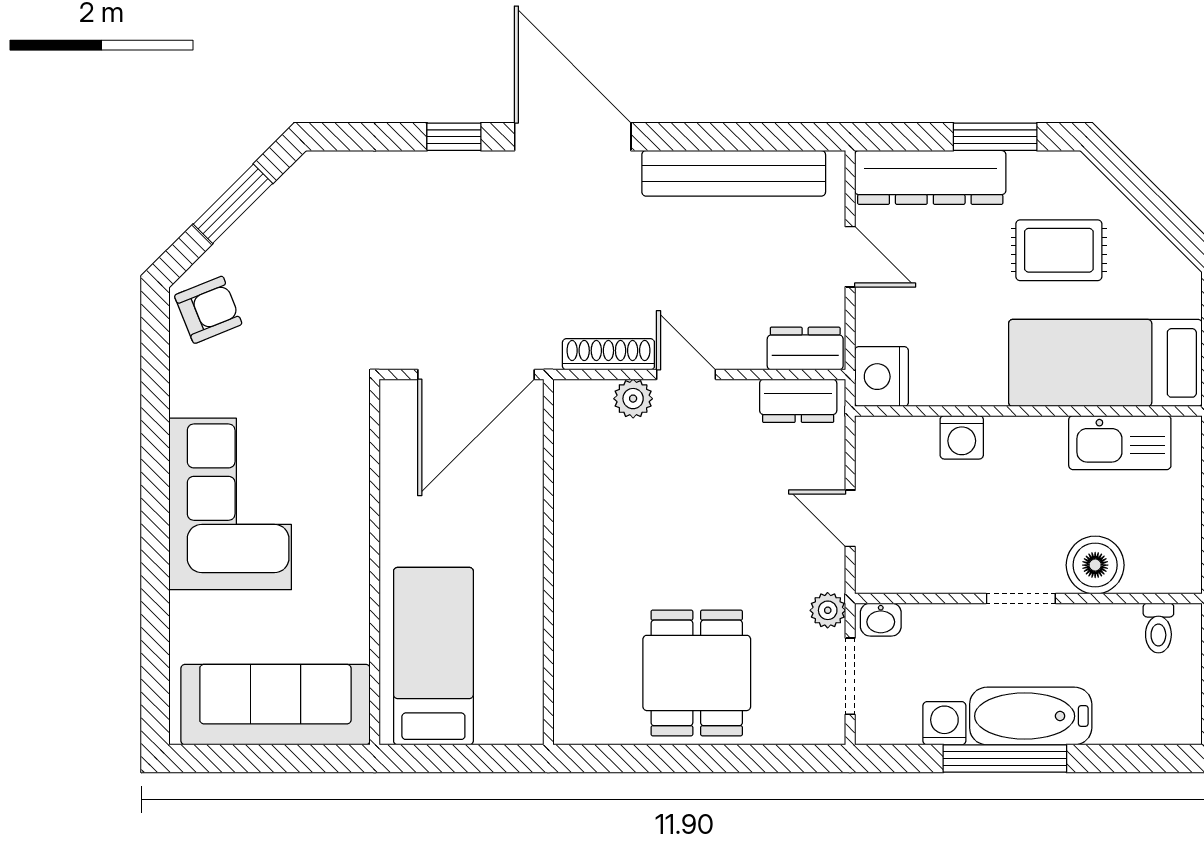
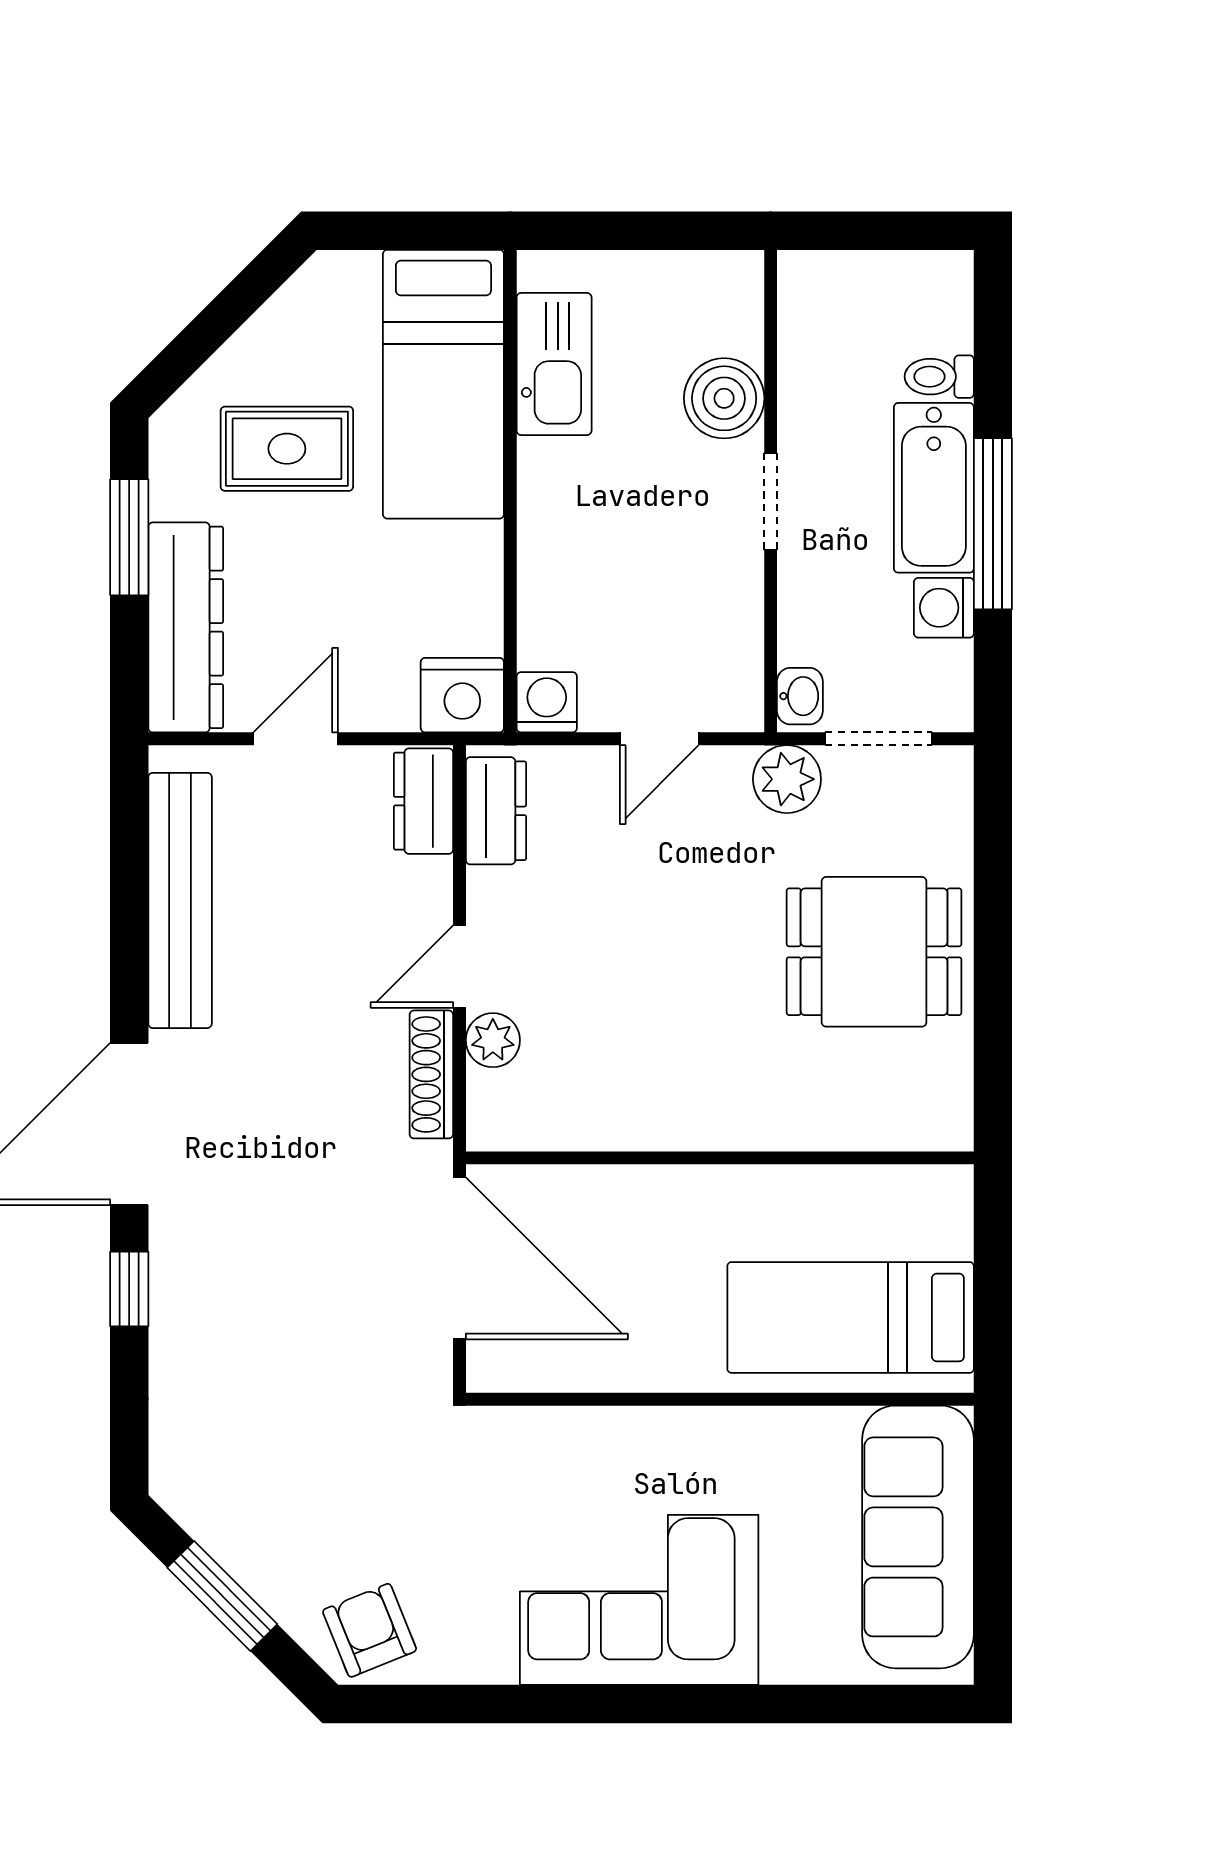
rug: (1059, 250) -> (287, 449), turned 90
washing machine: (962, 437) -> (547, 702), moved, turned -90
plant: (828, 610) -> (787, 779), width x1.38, depth x1.38
toilet: (1158, 628) -> (939, 377), moved, turned 180

